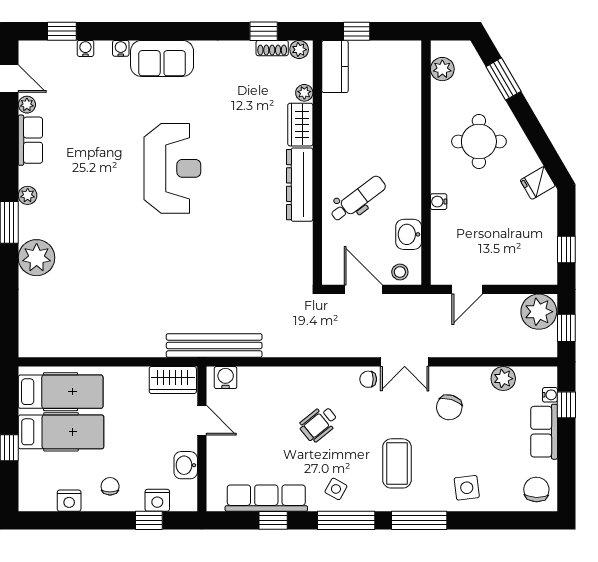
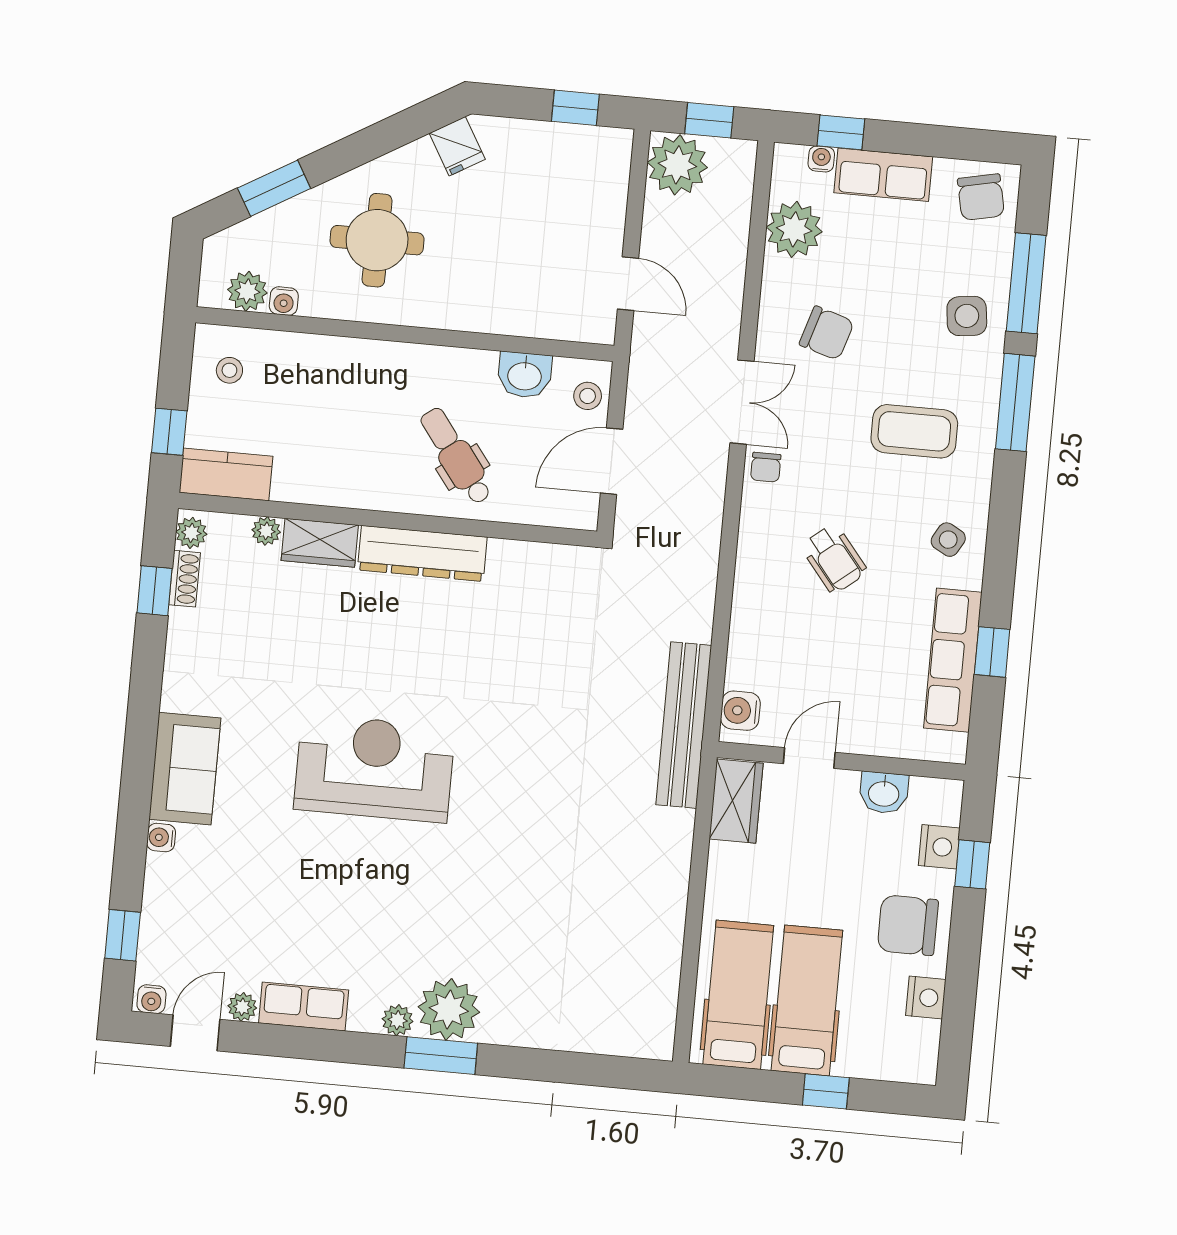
water cooler: (85, 48) -> (151, 999), moved, turned -90
stool: (396, 63) -> (229, 370), added
water cooler: (439, 202) -> (284, 301), moved
plant: (37, 258) -> (449, 1009), moved
plant: (503, 379) -> (794, 229), width x1.36, depth x1.36
chair: (110, 486) -> (908, 925), width x1.87, depth x1.87
chair: (536, 490) -> (981, 197), turned -104
window: (346, 520) -> (1026, 283), moved

